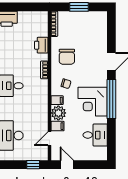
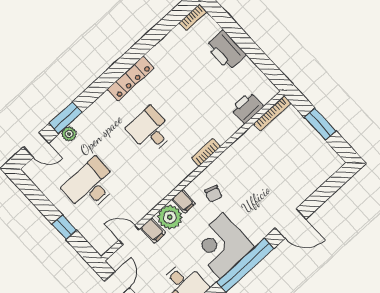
printer: (41, 45) -> (247, 108), moved
chair: (67, 57) -> (247, 165), removed
window: (33, 165) -> (64, 227), moved

